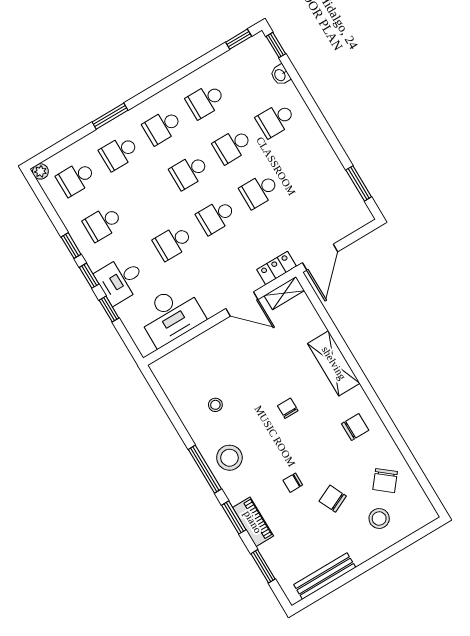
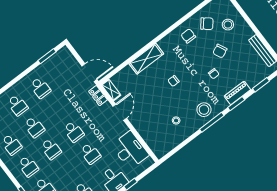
school desk: (259, 191) -> (40, 88), moved
chair: (355, 427) -> (188, 36), moved

